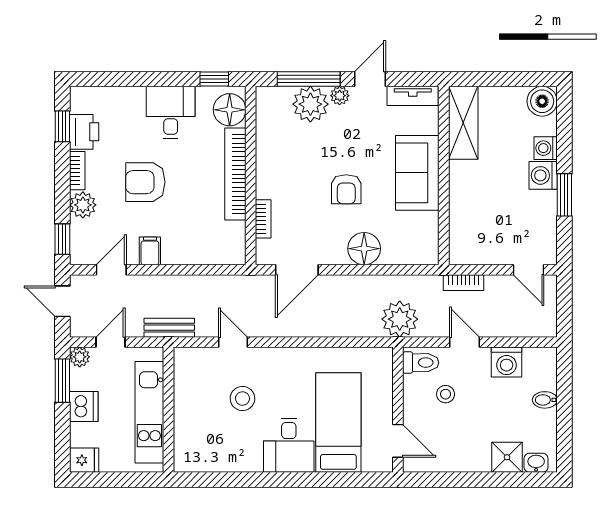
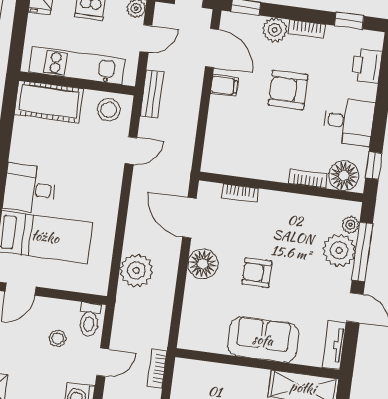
plant: (340, 96) -> (350, 225), moved
printer: (84, 132) -> (367, 66), moved, turned 90
bookcase: (235, 174) -> (308, 179), width x0.43, depth x0.76
armchair: (145, 182) -> (288, 90), turned -90
floor lamp: (364, 249) -> (203, 264), moved
door: (111, 270) -> (212, 48), width x1.37
plant: (400, 319) -> (136, 270), moved
door: (111, 342) -> (146, 38), hinge flipped
stool: (242, 399) -> (109, 110), moved
cot: (192, 437) -> (49, 102), added

